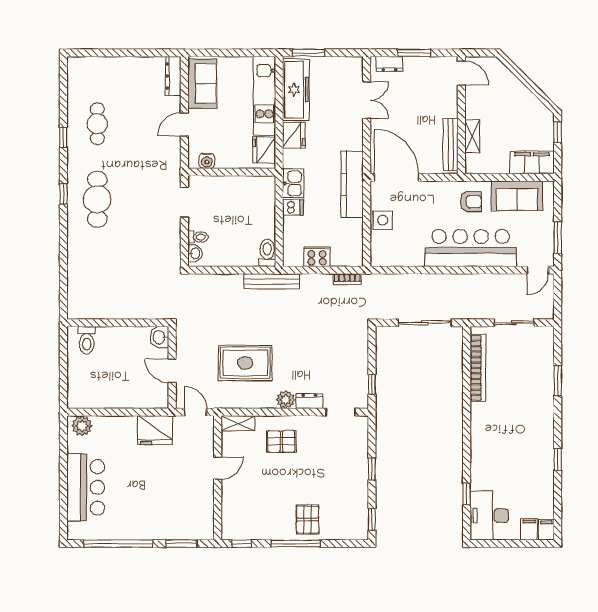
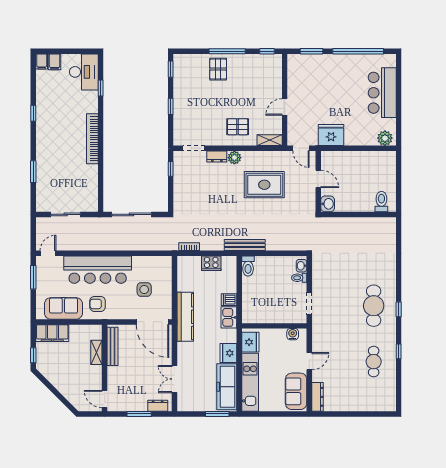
side table: (383, 220) -> (144, 289), moved
bookcase: (478, 368) -> (92, 139), moved

